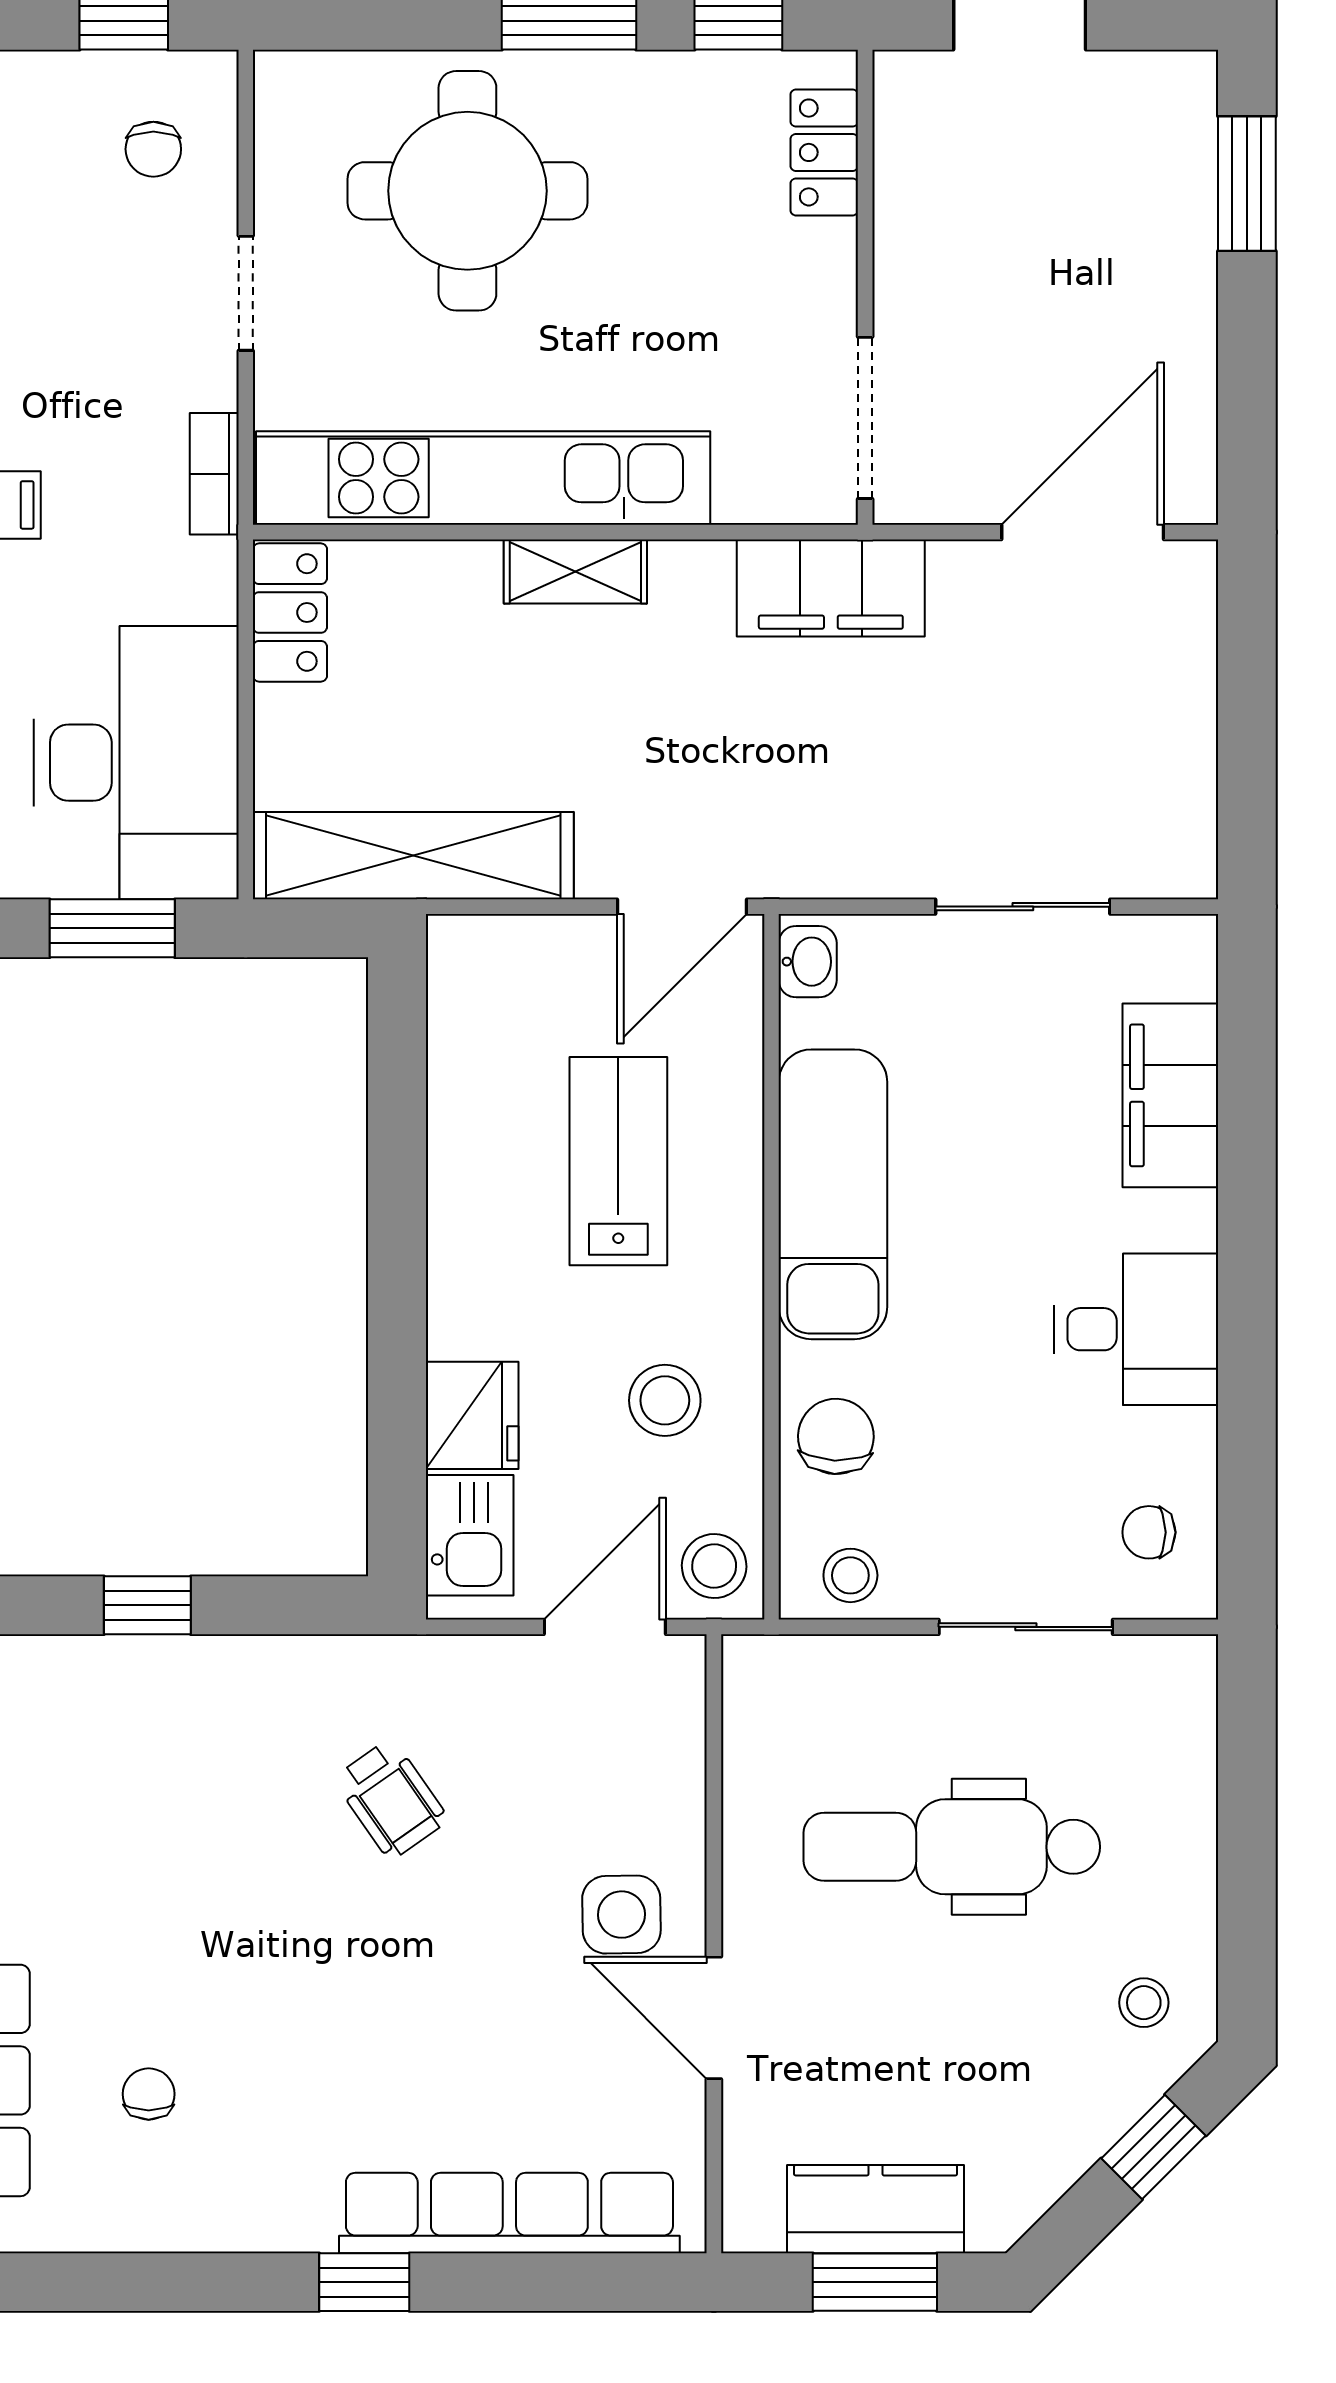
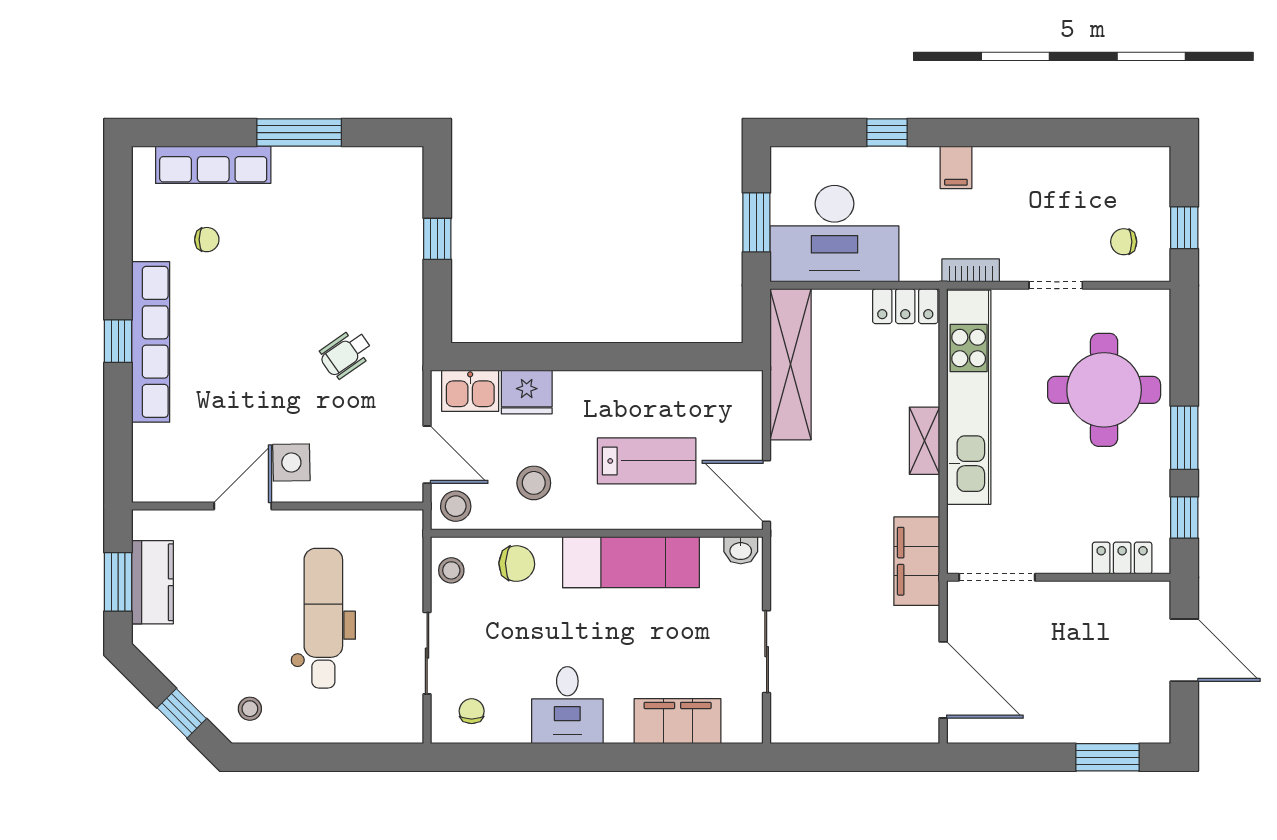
row of seats: (509, 2213) -> (151, 342), moved

